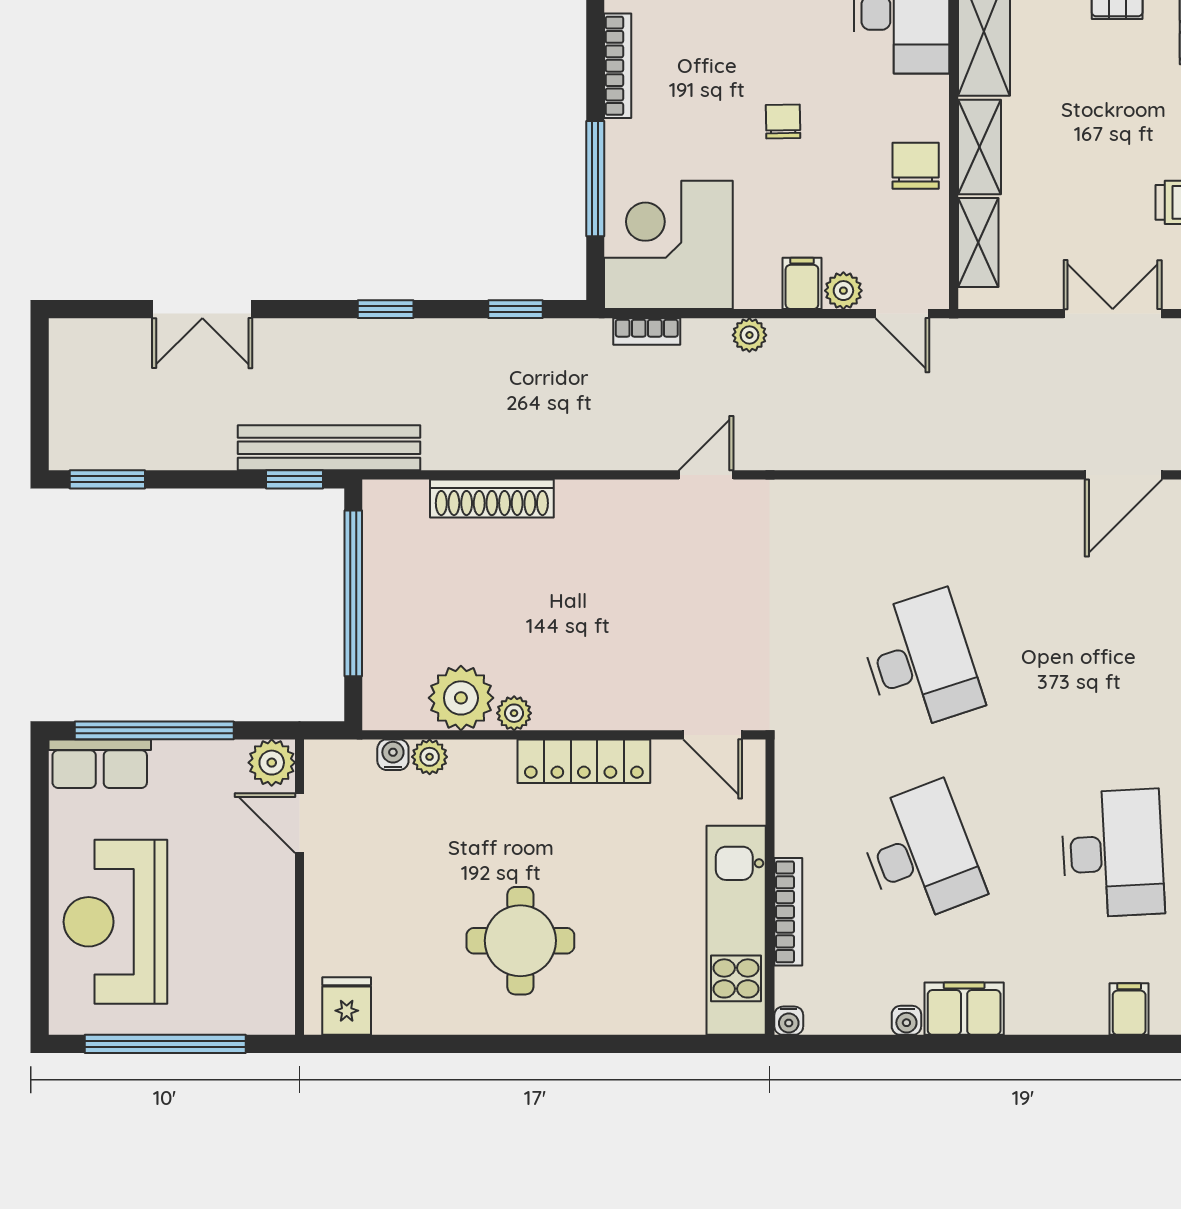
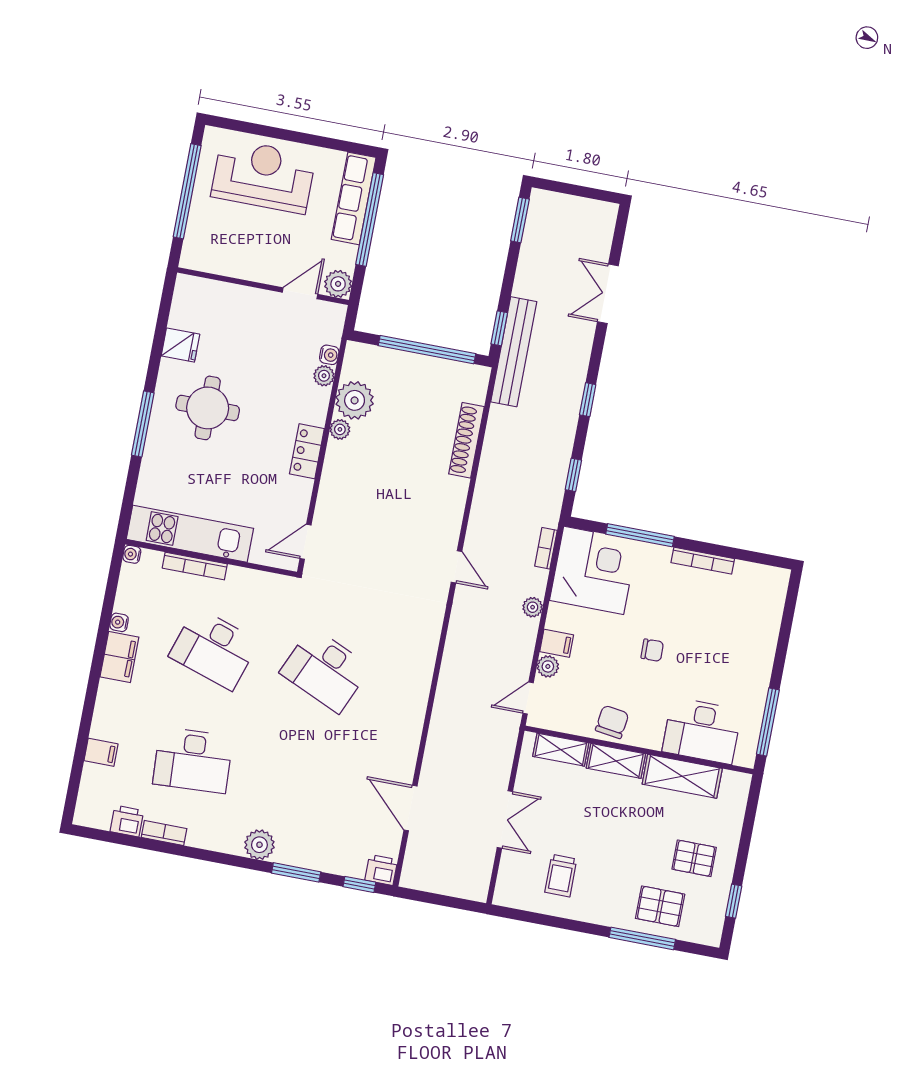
chair: (916, 166) -> (612, 722), turned -82
desk: (920, 661) -> (325, 670), turned 42
locker: (584, 761) -> (307, 451), width x0.66
row of seats: (100, 764) -> (354, 198), width x1.48
desk: (920, 853) -> (214, 649), turned 39
fridge: (347, 1006) -> (180, 345), moved
window: (568, 1044) -> (143, 424), added

